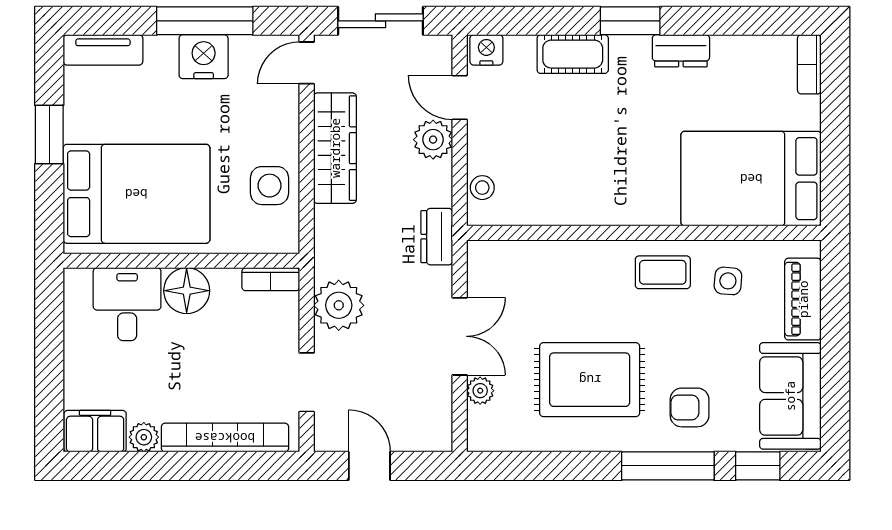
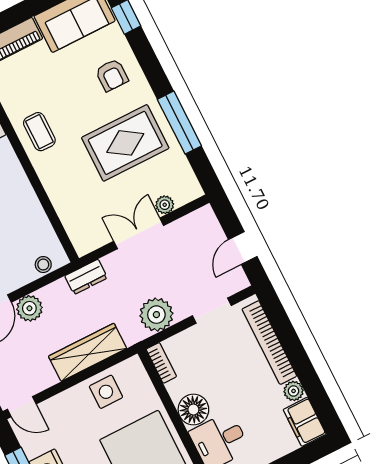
wardrobe: (335, 148) -> (87, 352), moved
side table: (728, 281) -> (25, 90), removed
rug: (590, 380) -> (125, 143), turned 90
window: (668, 466) -> (179, 123), moved

